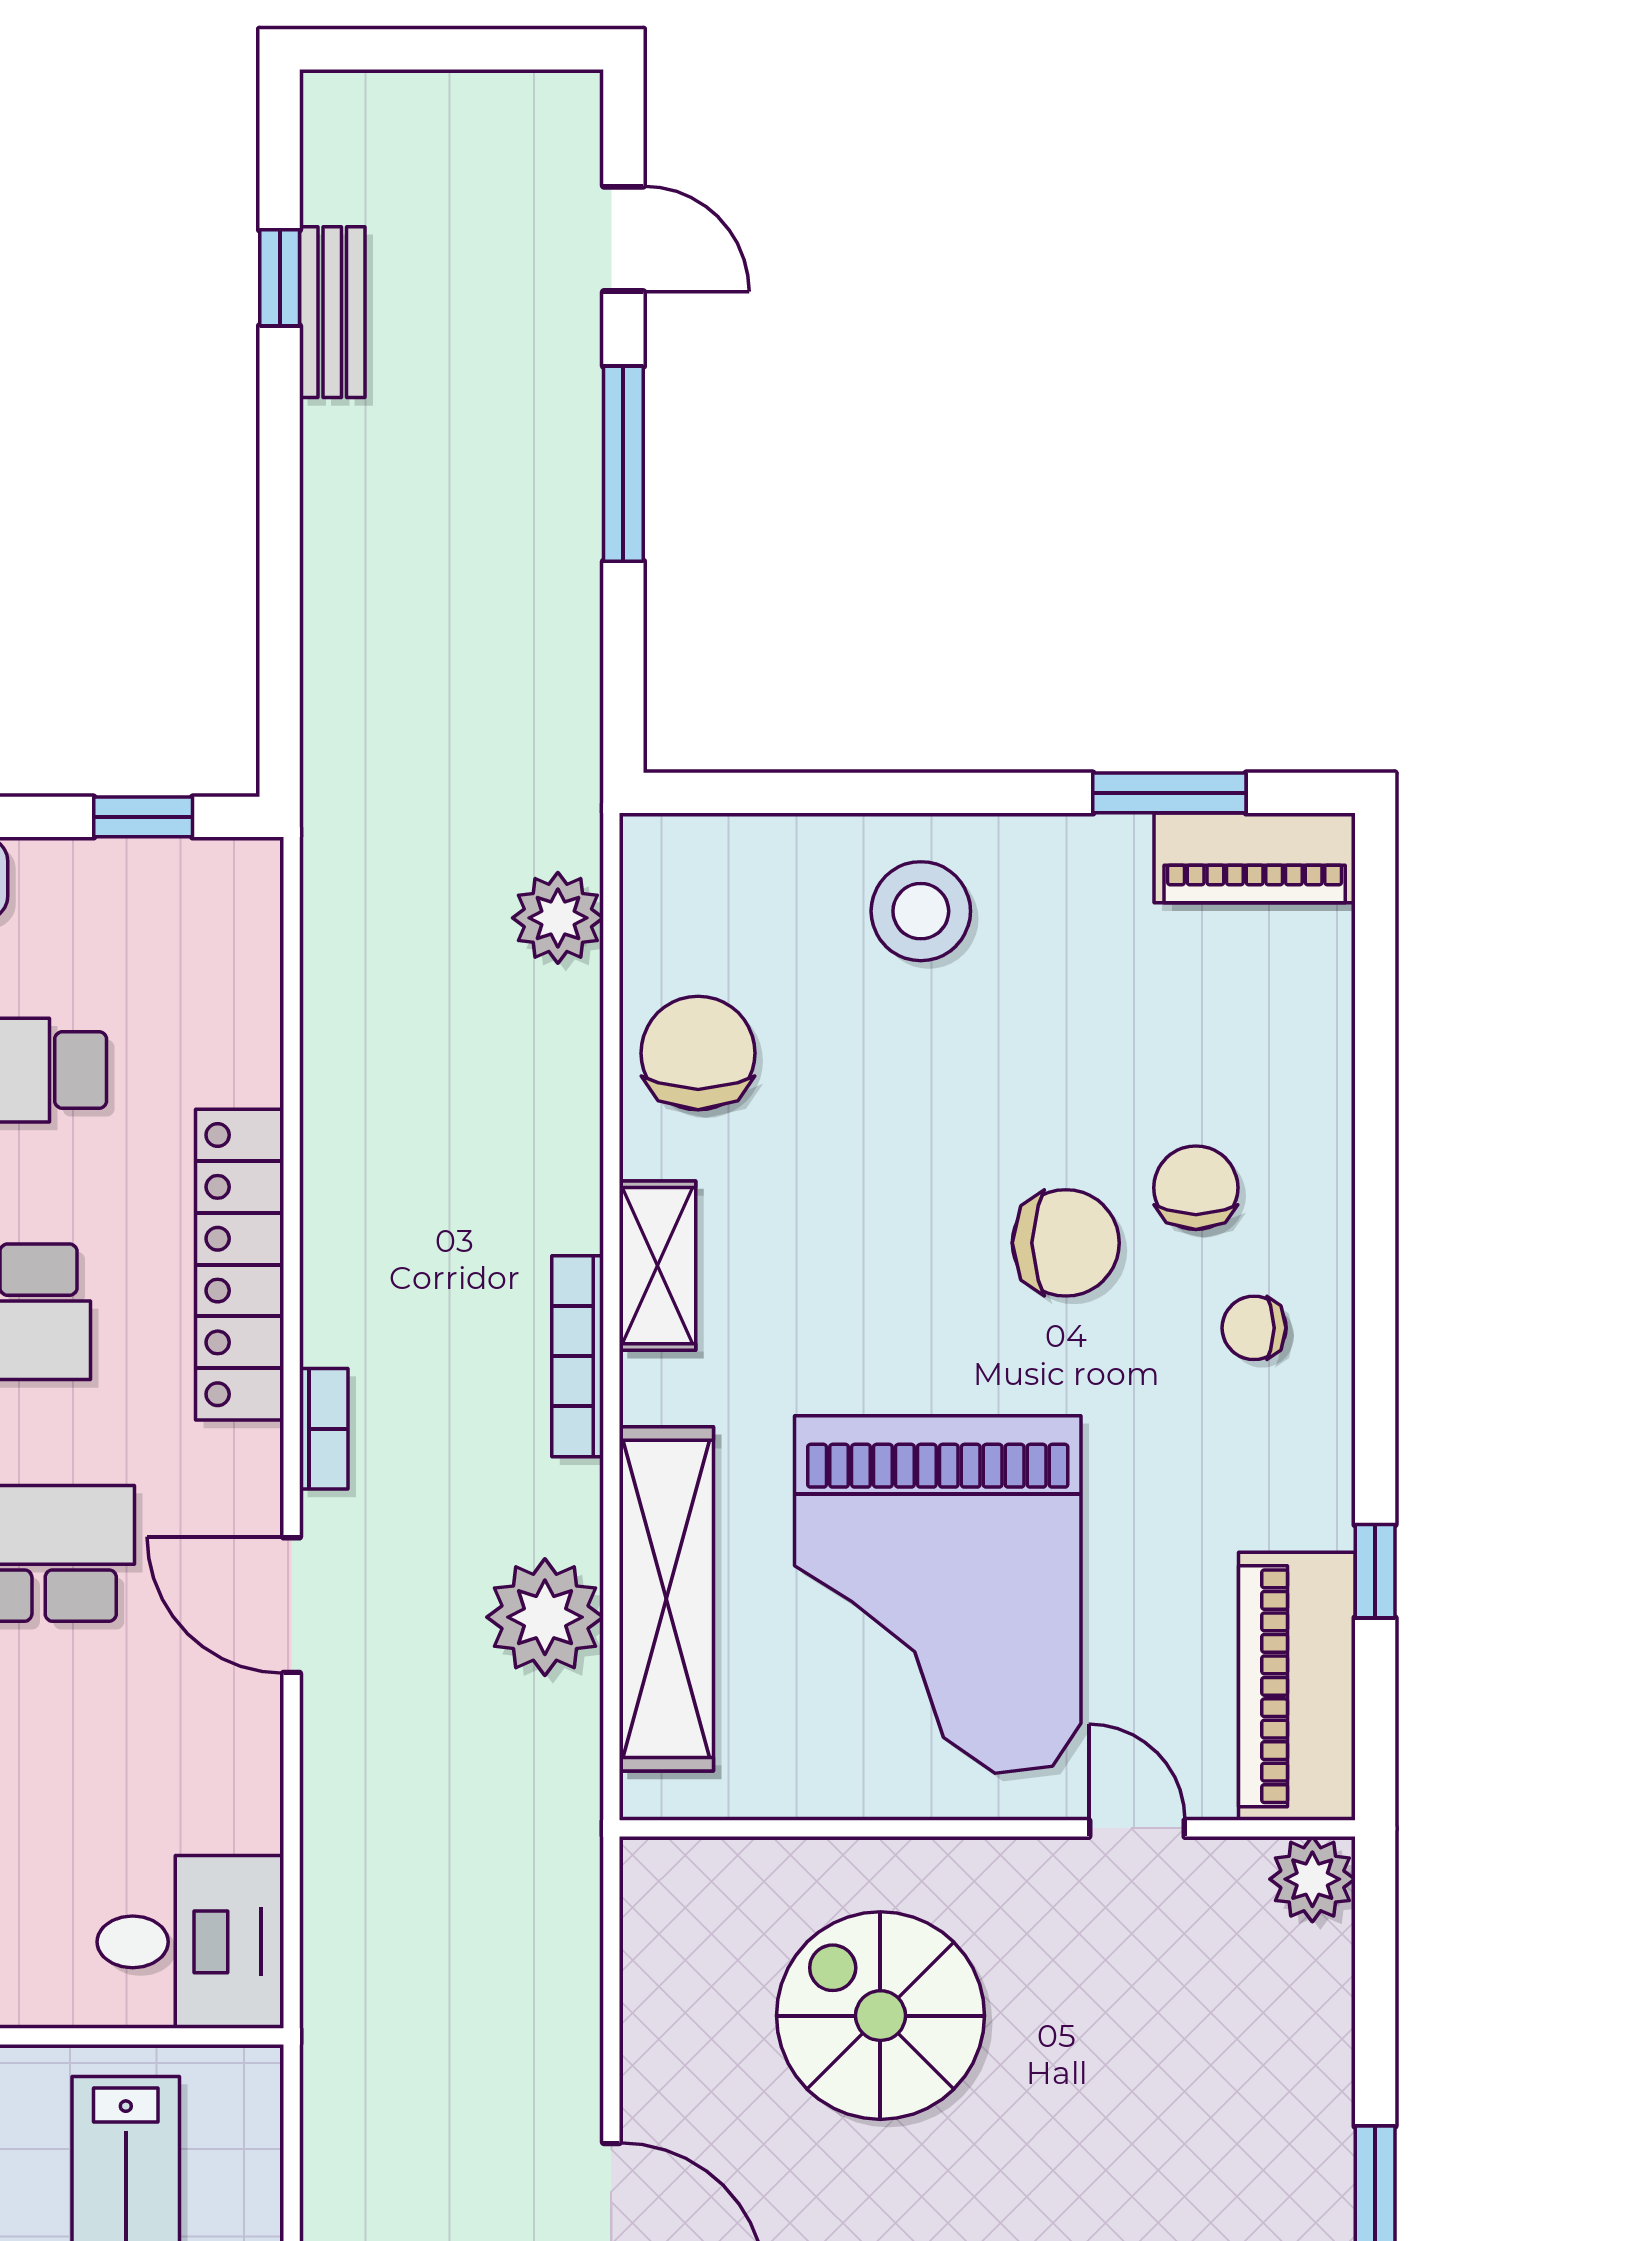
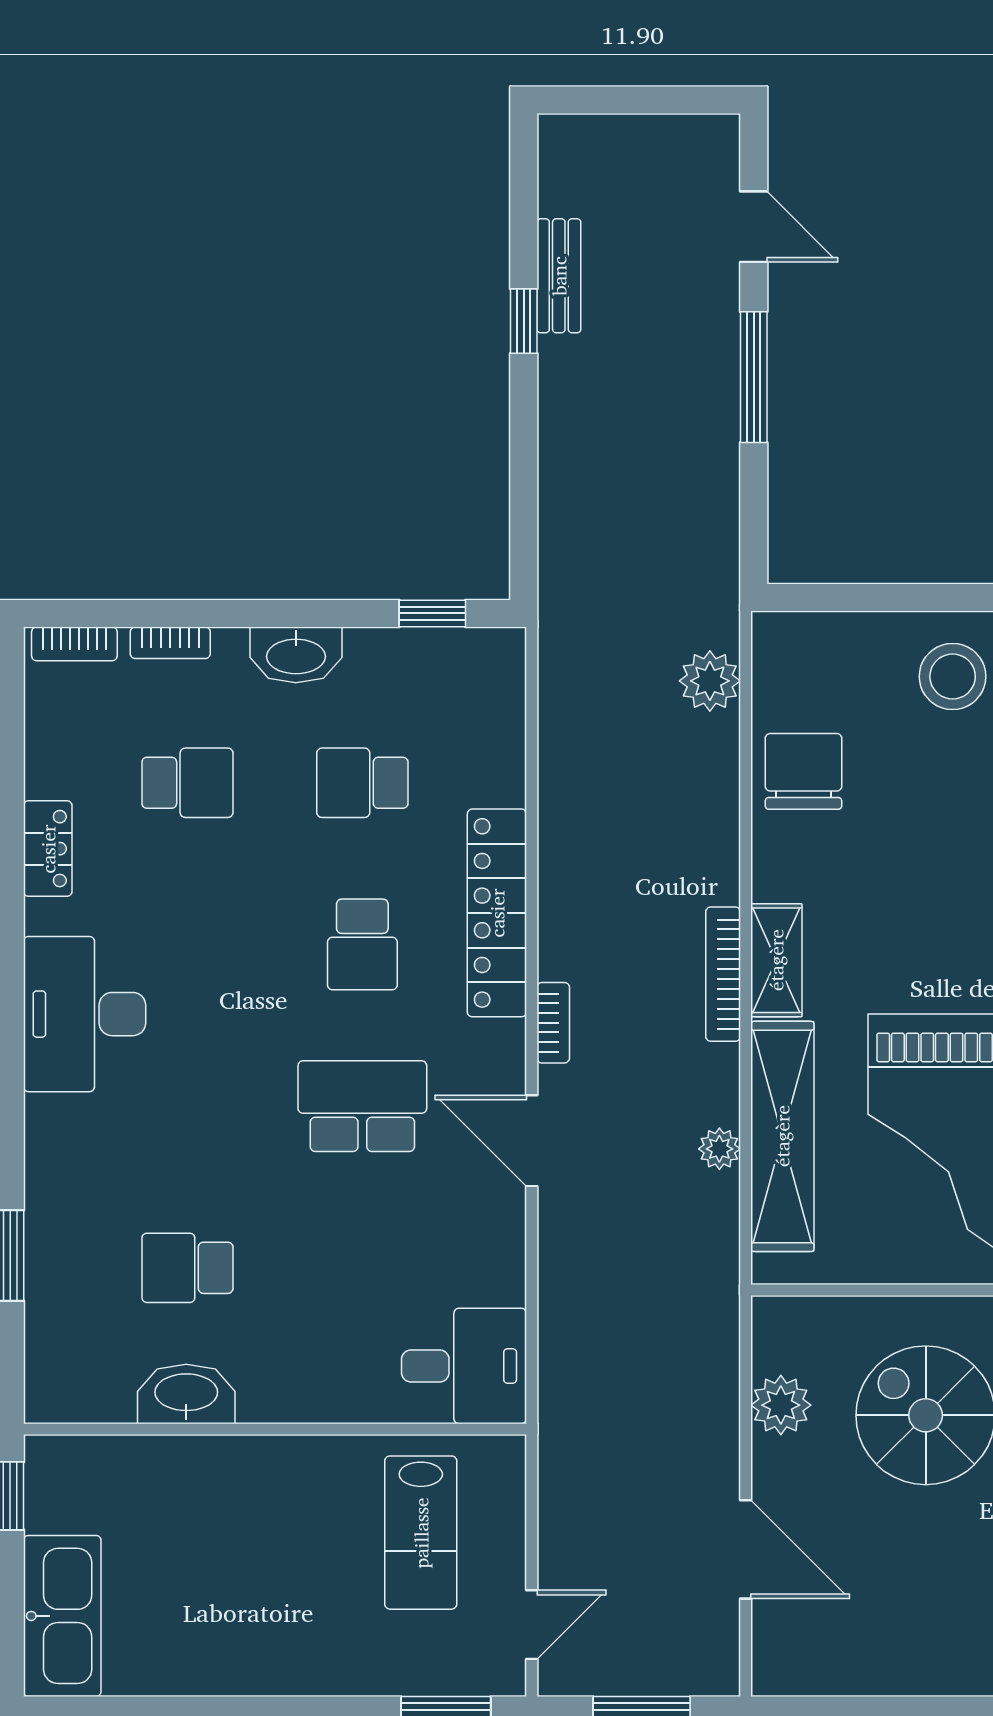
window: (280, 278) -> (524, 321), moved
shelving: (658, 1266) -> (776, 960), moved
plant: (545, 1617) -> (719, 1149), width x0.53, depth x0.53
plant: (664, 2000) -> (781, 1405), added

